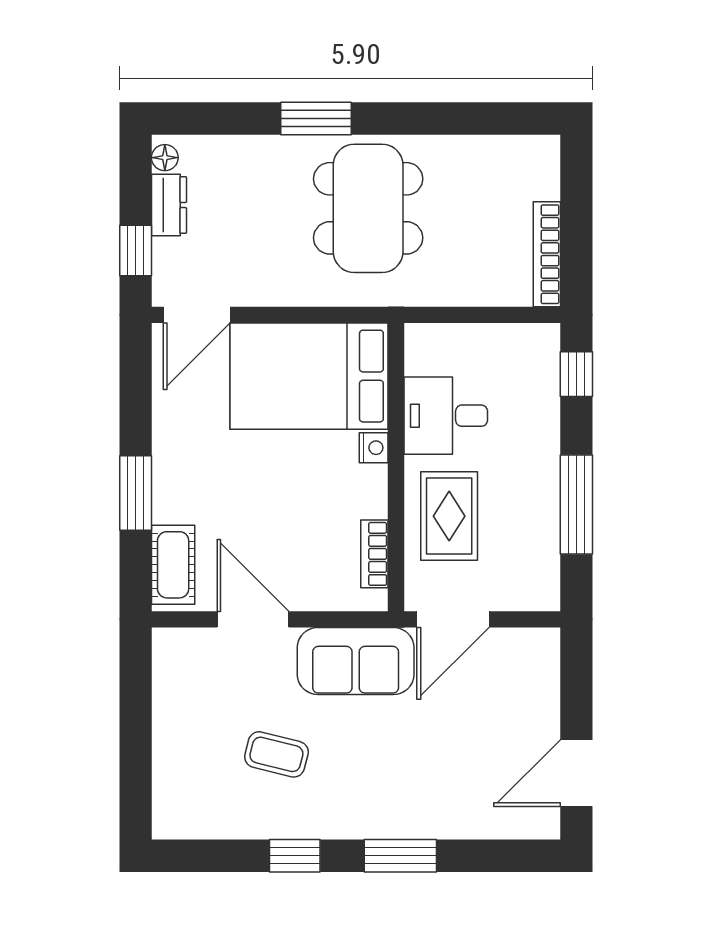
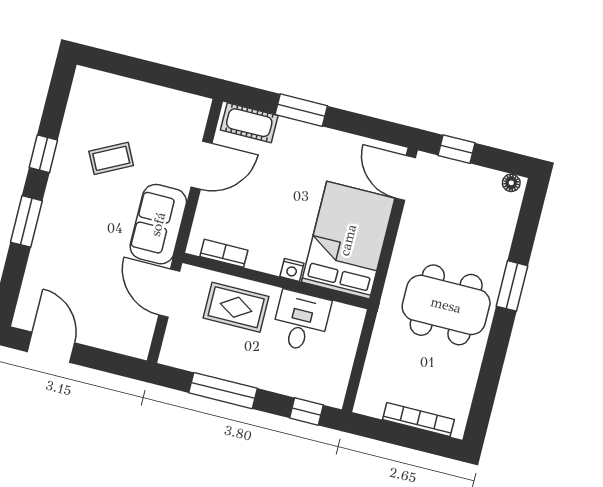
dresser: (169, 205) -> (480, 178), removed
bookcase: (547, 254) -> (418, 420), moved
coffee table: (276, 754) -> (111, 158), turned 49

